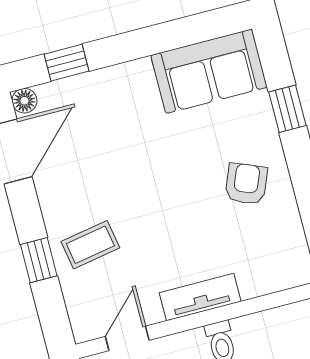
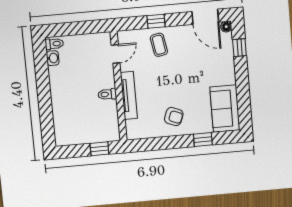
tv unit: (200, 297) -> (129, 95), width x1.41
door: (127, 338) -> (116, 54), hinge flipped

